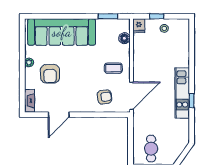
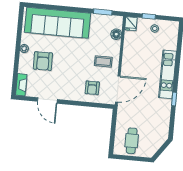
kitchen unit: (182, 93) -> (168, 74), moved
armchair: (104, 97) -> (92, 88), turned 99
door: (59, 115) -> (47, 100), hinge flipped

